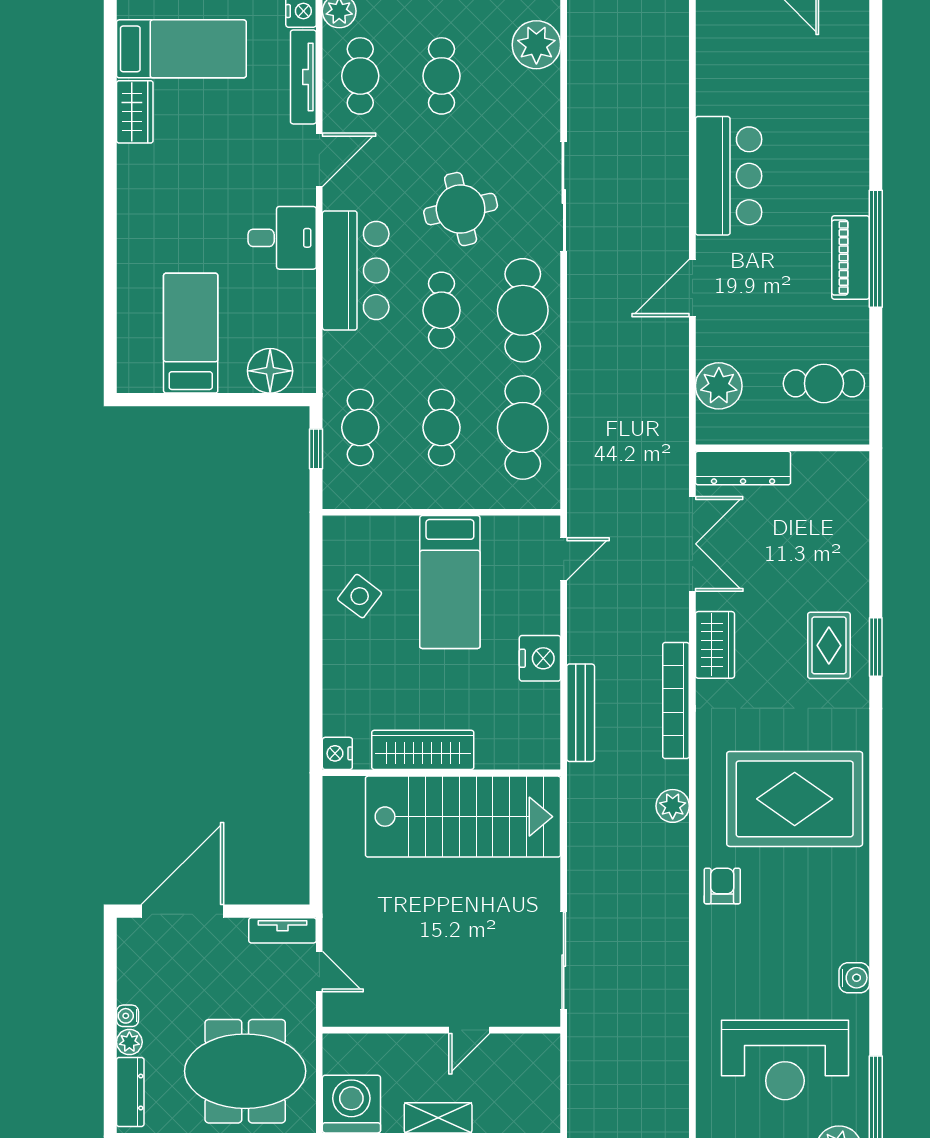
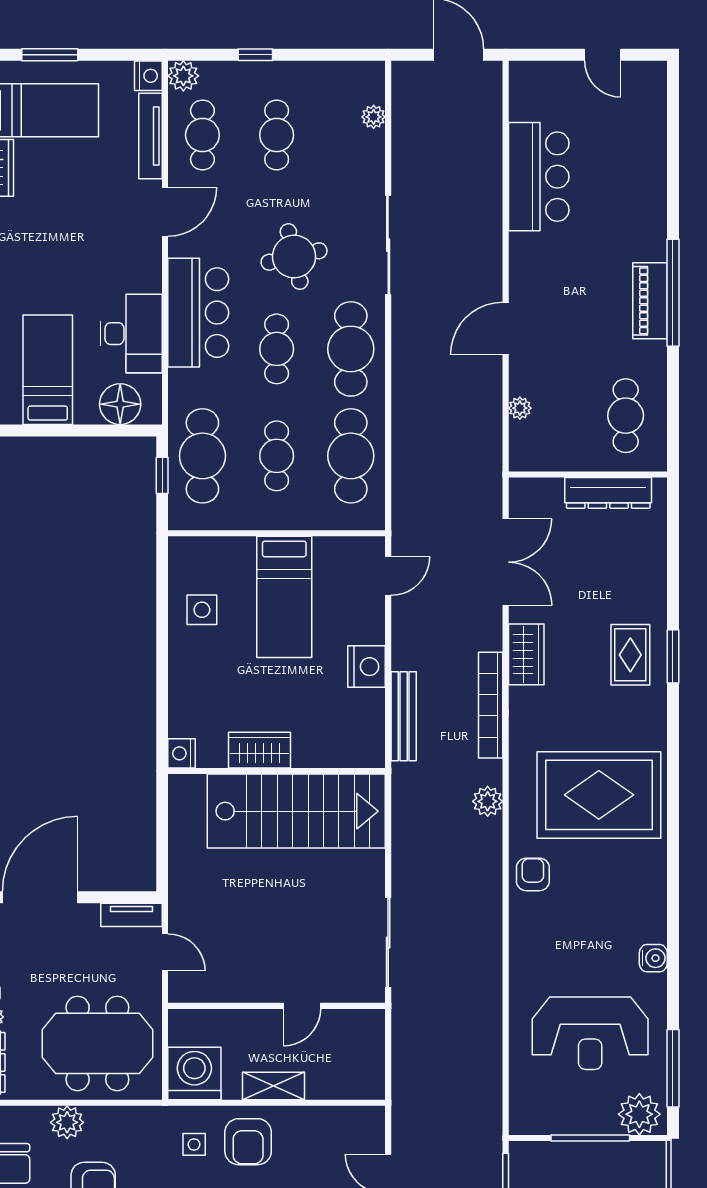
plant: (536, 45) -> (374, 117), width x0.53, depth x0.53
bar counter: (729, 176) -> (539, 177), moved
desk: (282, 238) -> (131, 334), moved, width x1.37
cafe table: (824, 383) -> (626, 416), turned 90
plant: (719, 386) -> (520, 408), width x0.53, depth x0.53
cafe table: (360, 427) -> (202, 456), width x1.37, depth x1.35
dresser: (743, 468) -> (608, 493), moved
side table: (360, 596) -> (202, 610), turned -37
wardrobe: (423, 750) -> (260, 750), width x0.67

